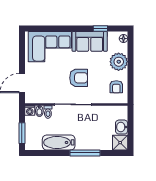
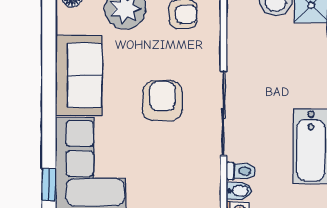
window: (100, 28) -> (49, 185), moved

